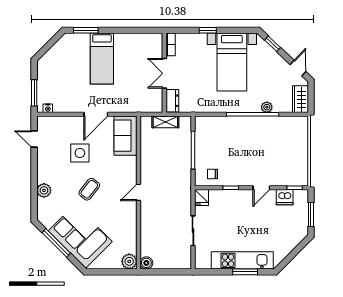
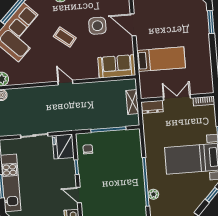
bed: (102, 59) -> (161, 59), moved, turned 180
door: (96, 114) -> (133, 25), moved
fridge: (201, 198) -> (63, 147), width x1.88, depth x1.34

